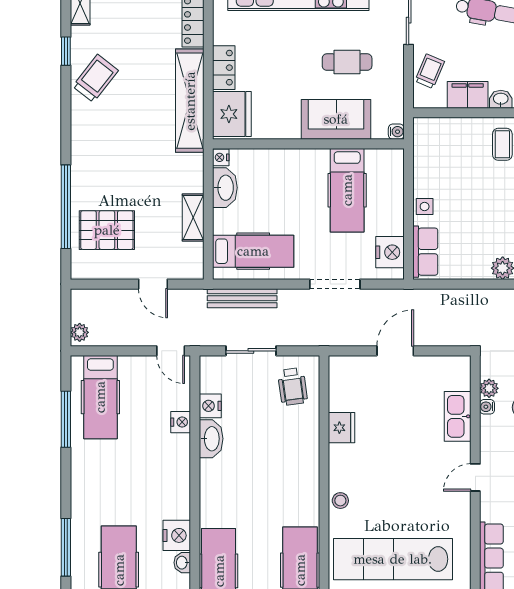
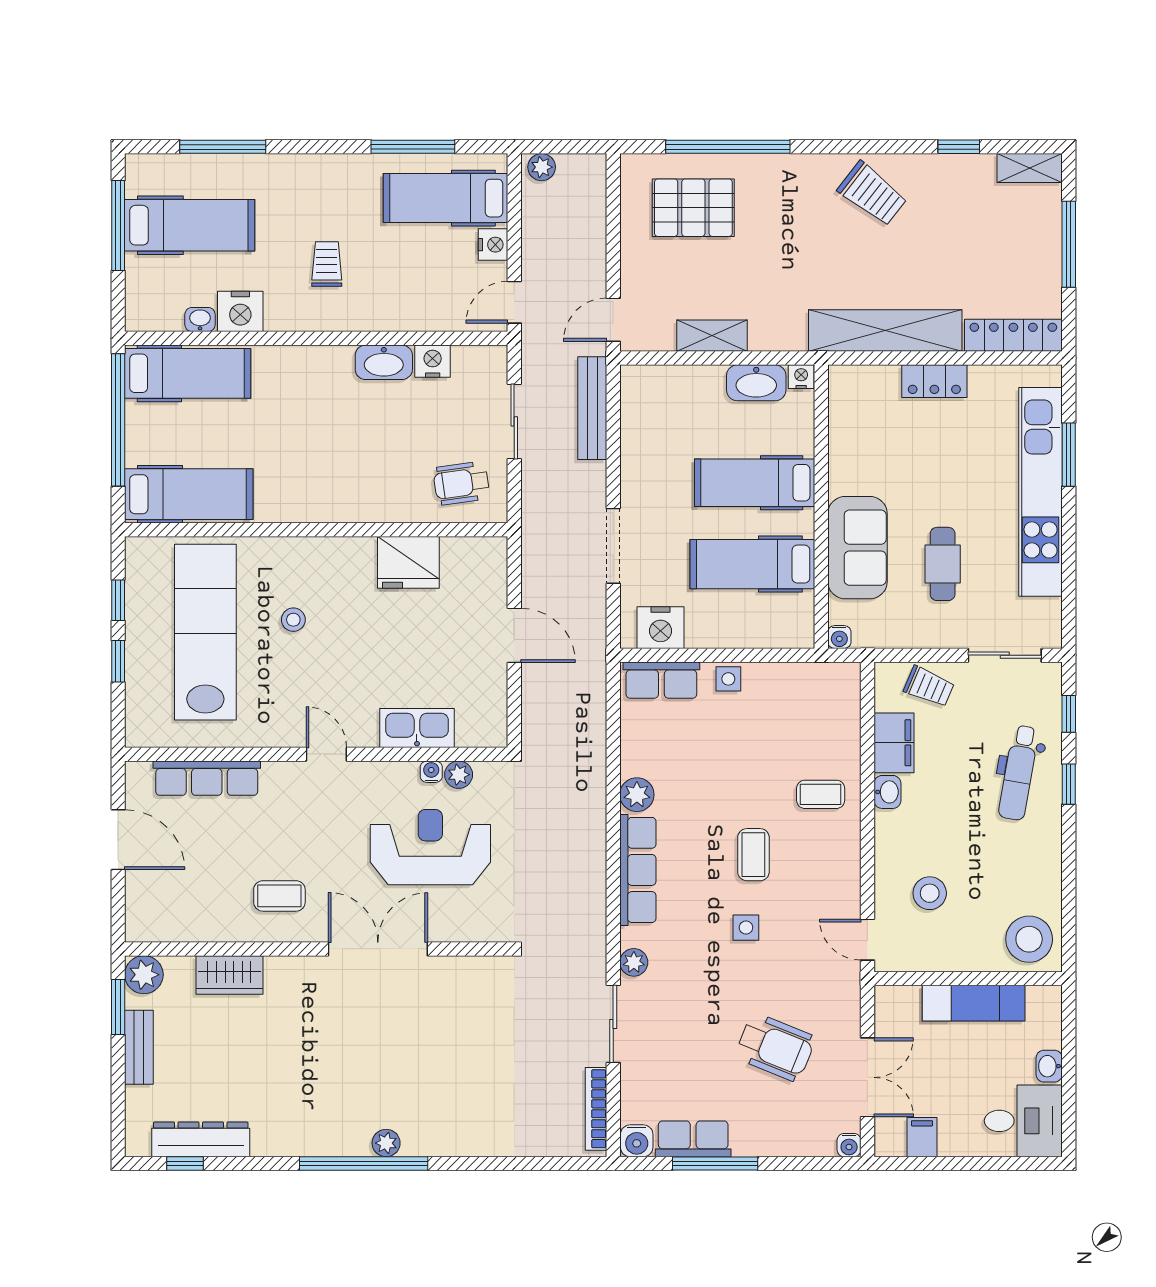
trolley: (95, 78) -> (872, 194), moved
fridge: (232, 114) -> (865, 393), removed
pallet: (107, 230) -> (693, 208), turned 90
hospital bed: (253, 251) -> (755, 483), moved, turned 90
door: (153, 284) -> (613, 320), moved
nightstand: (181, 422) -> (493, 245), moved, turned -90
fridge: (342, 428) -> (408, 562), width x1.36, depth x1.34
trolley: (145, 477) -> (327, 264), added
stool: (340, 501) -> (293, 620), moved

